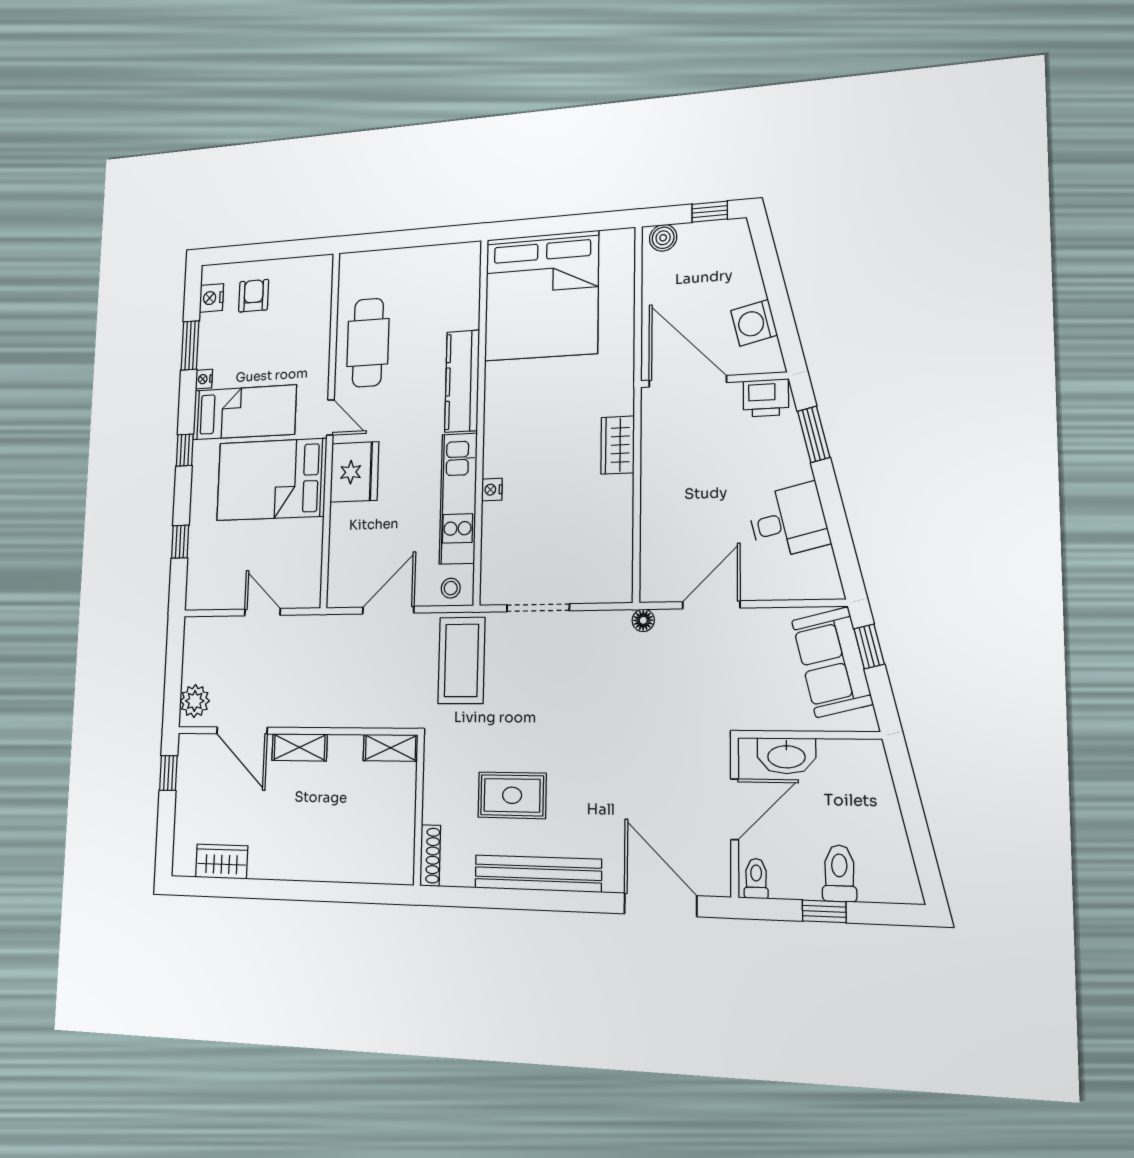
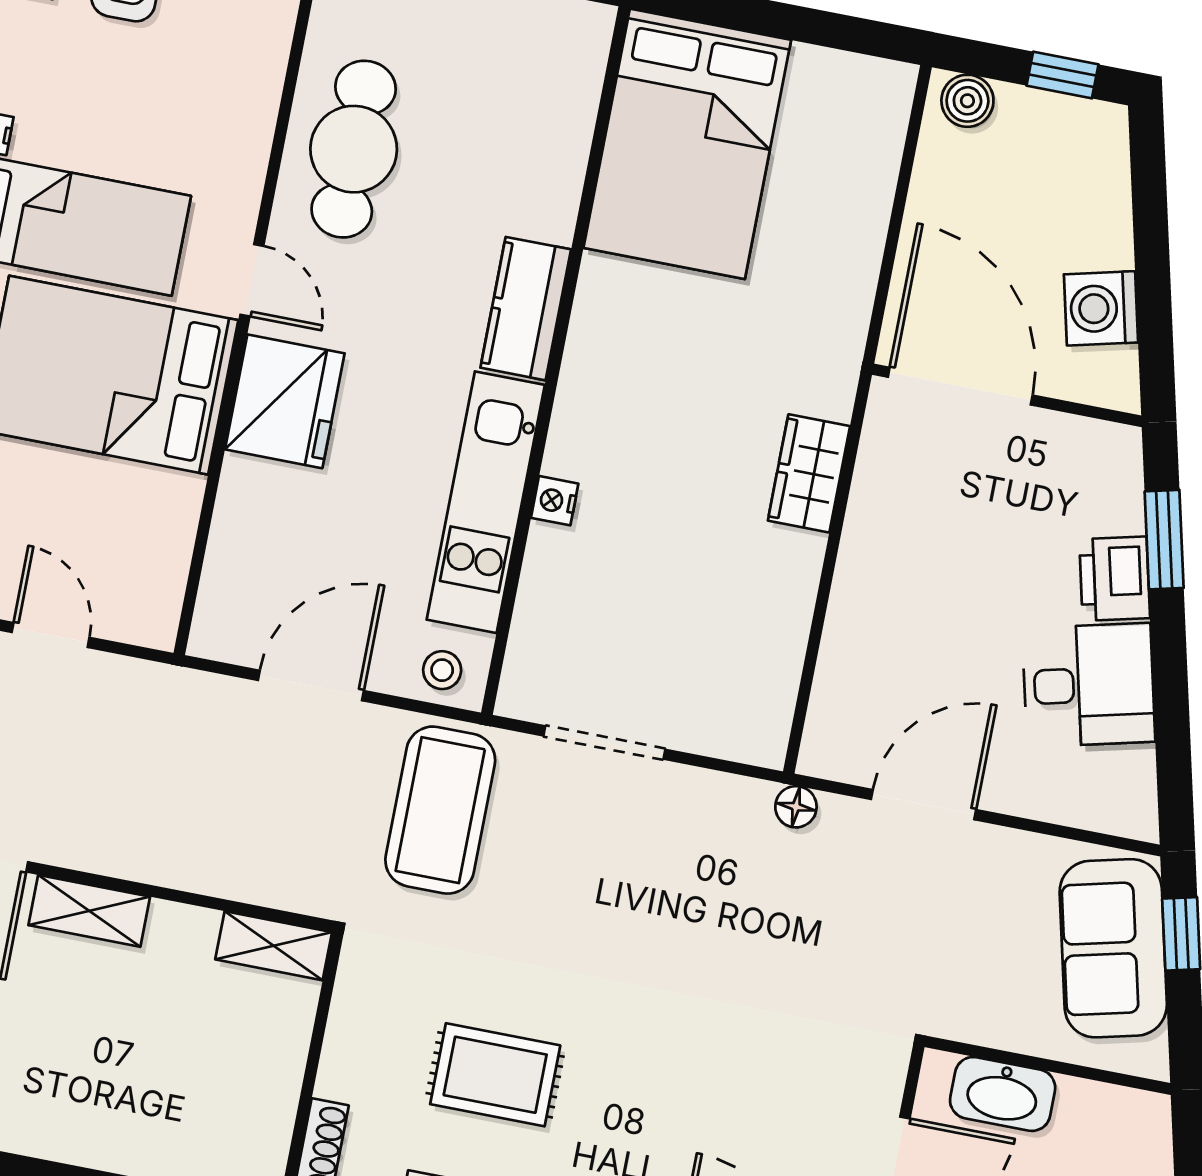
bed: (542, 296) -> (687, 144), width x0.73
kitchen counter: (462, 381) -> (526, 309), width x0.67
printer: (766, 398) -> (1115, 579), moved, turned 77

